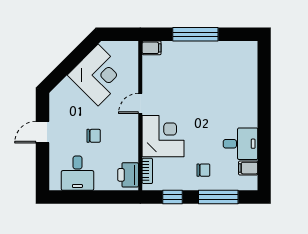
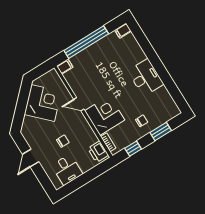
window: (195, 34) -> (86, 42), width x1.46
door: (140, 103) -> (79, 104), hinge flipped
desk: (240, 144) -> (146, 78), moved, width x1.37
filing cabinet: (248, 168) -> (123, 31), moved
window: (218, 197) -> (161, 131), width x0.69

